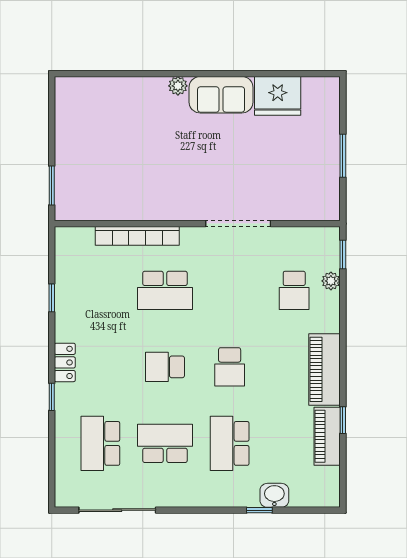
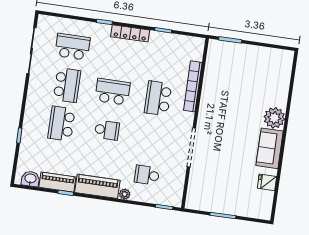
plant: (178, 86) -> (274, 118), width x1.88, depth x1.88
fridge: (278, 96) -> (267, 182), width x0.53, depth x0.75
plant: (331, 281) -> (125, 194), moved
locker: (65, 362) -> (130, 33), width x1.53
school desk: (165, 367) -> (112, 92), width x1.85
school desk: (230, 367) -> (107, 130), turned 180
school desk: (230, 443) -> (61, 124), turned -90
washbasin: (274, 495) -> (30, 179), moved, turned -90

